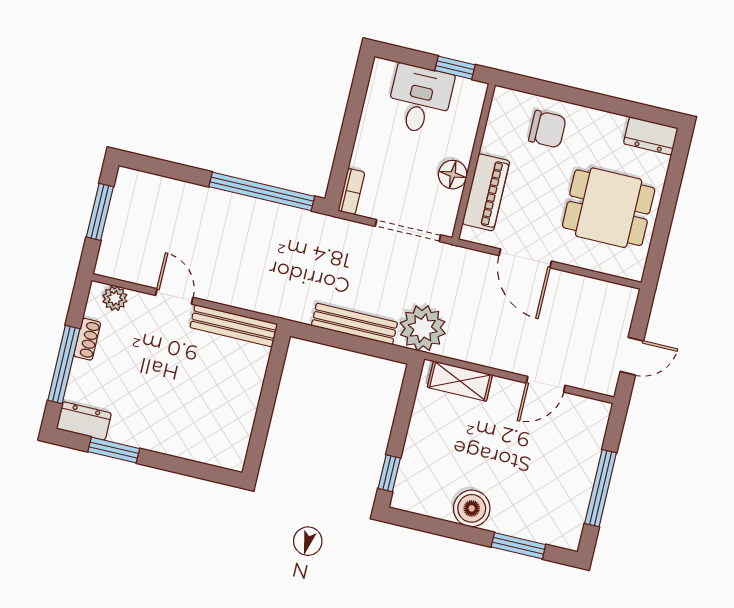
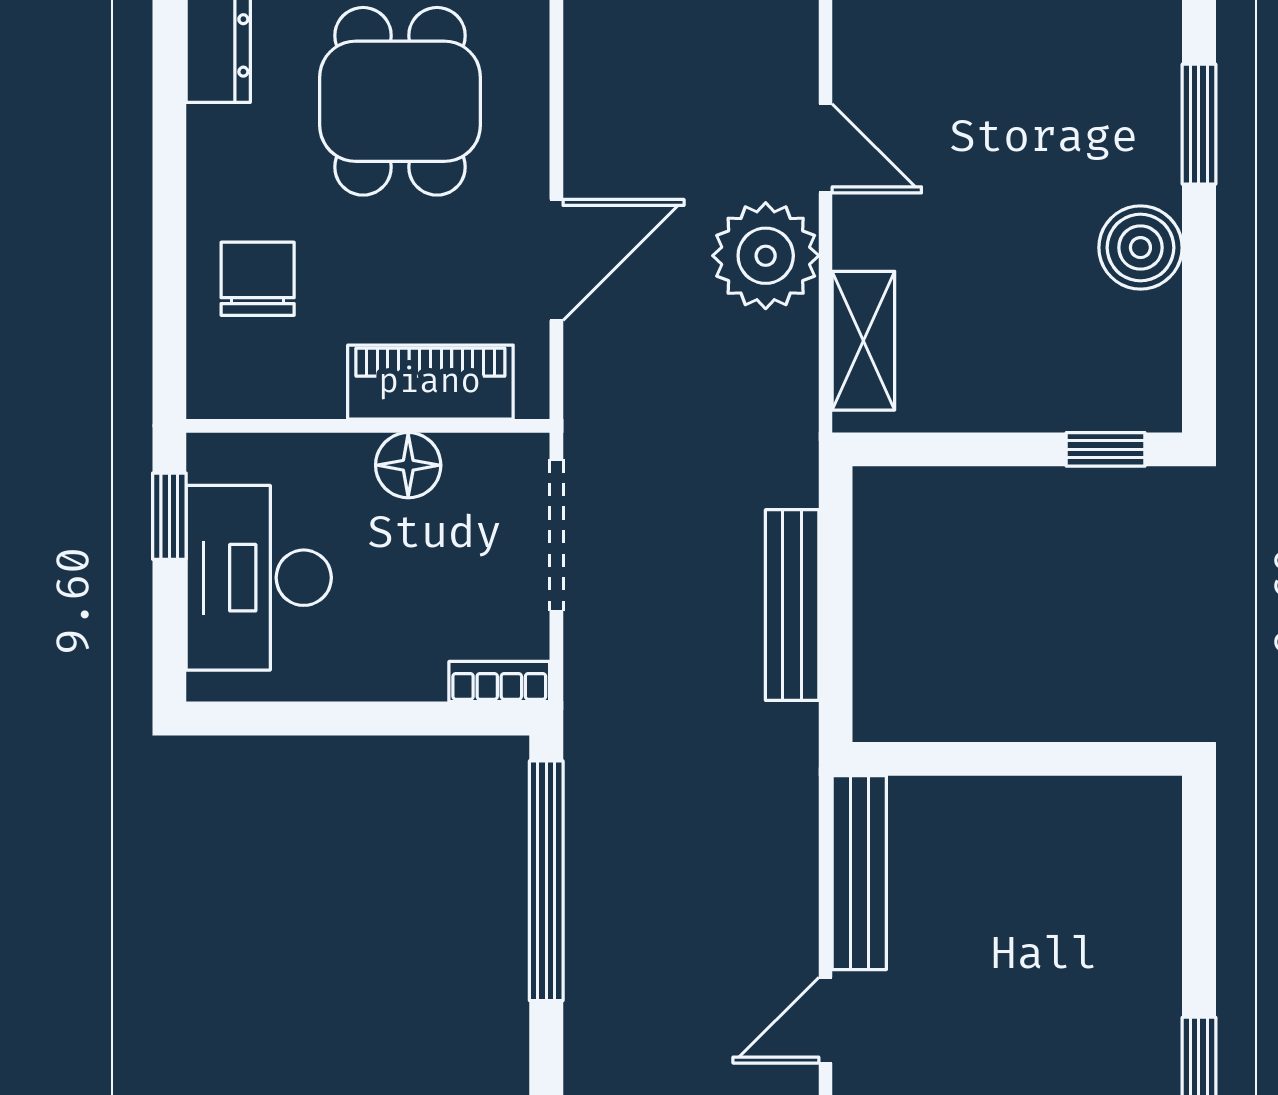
desk: (420, 100) -> (259, 578), width x1.37
plant: (423, 328) -> (766, 256), moved

